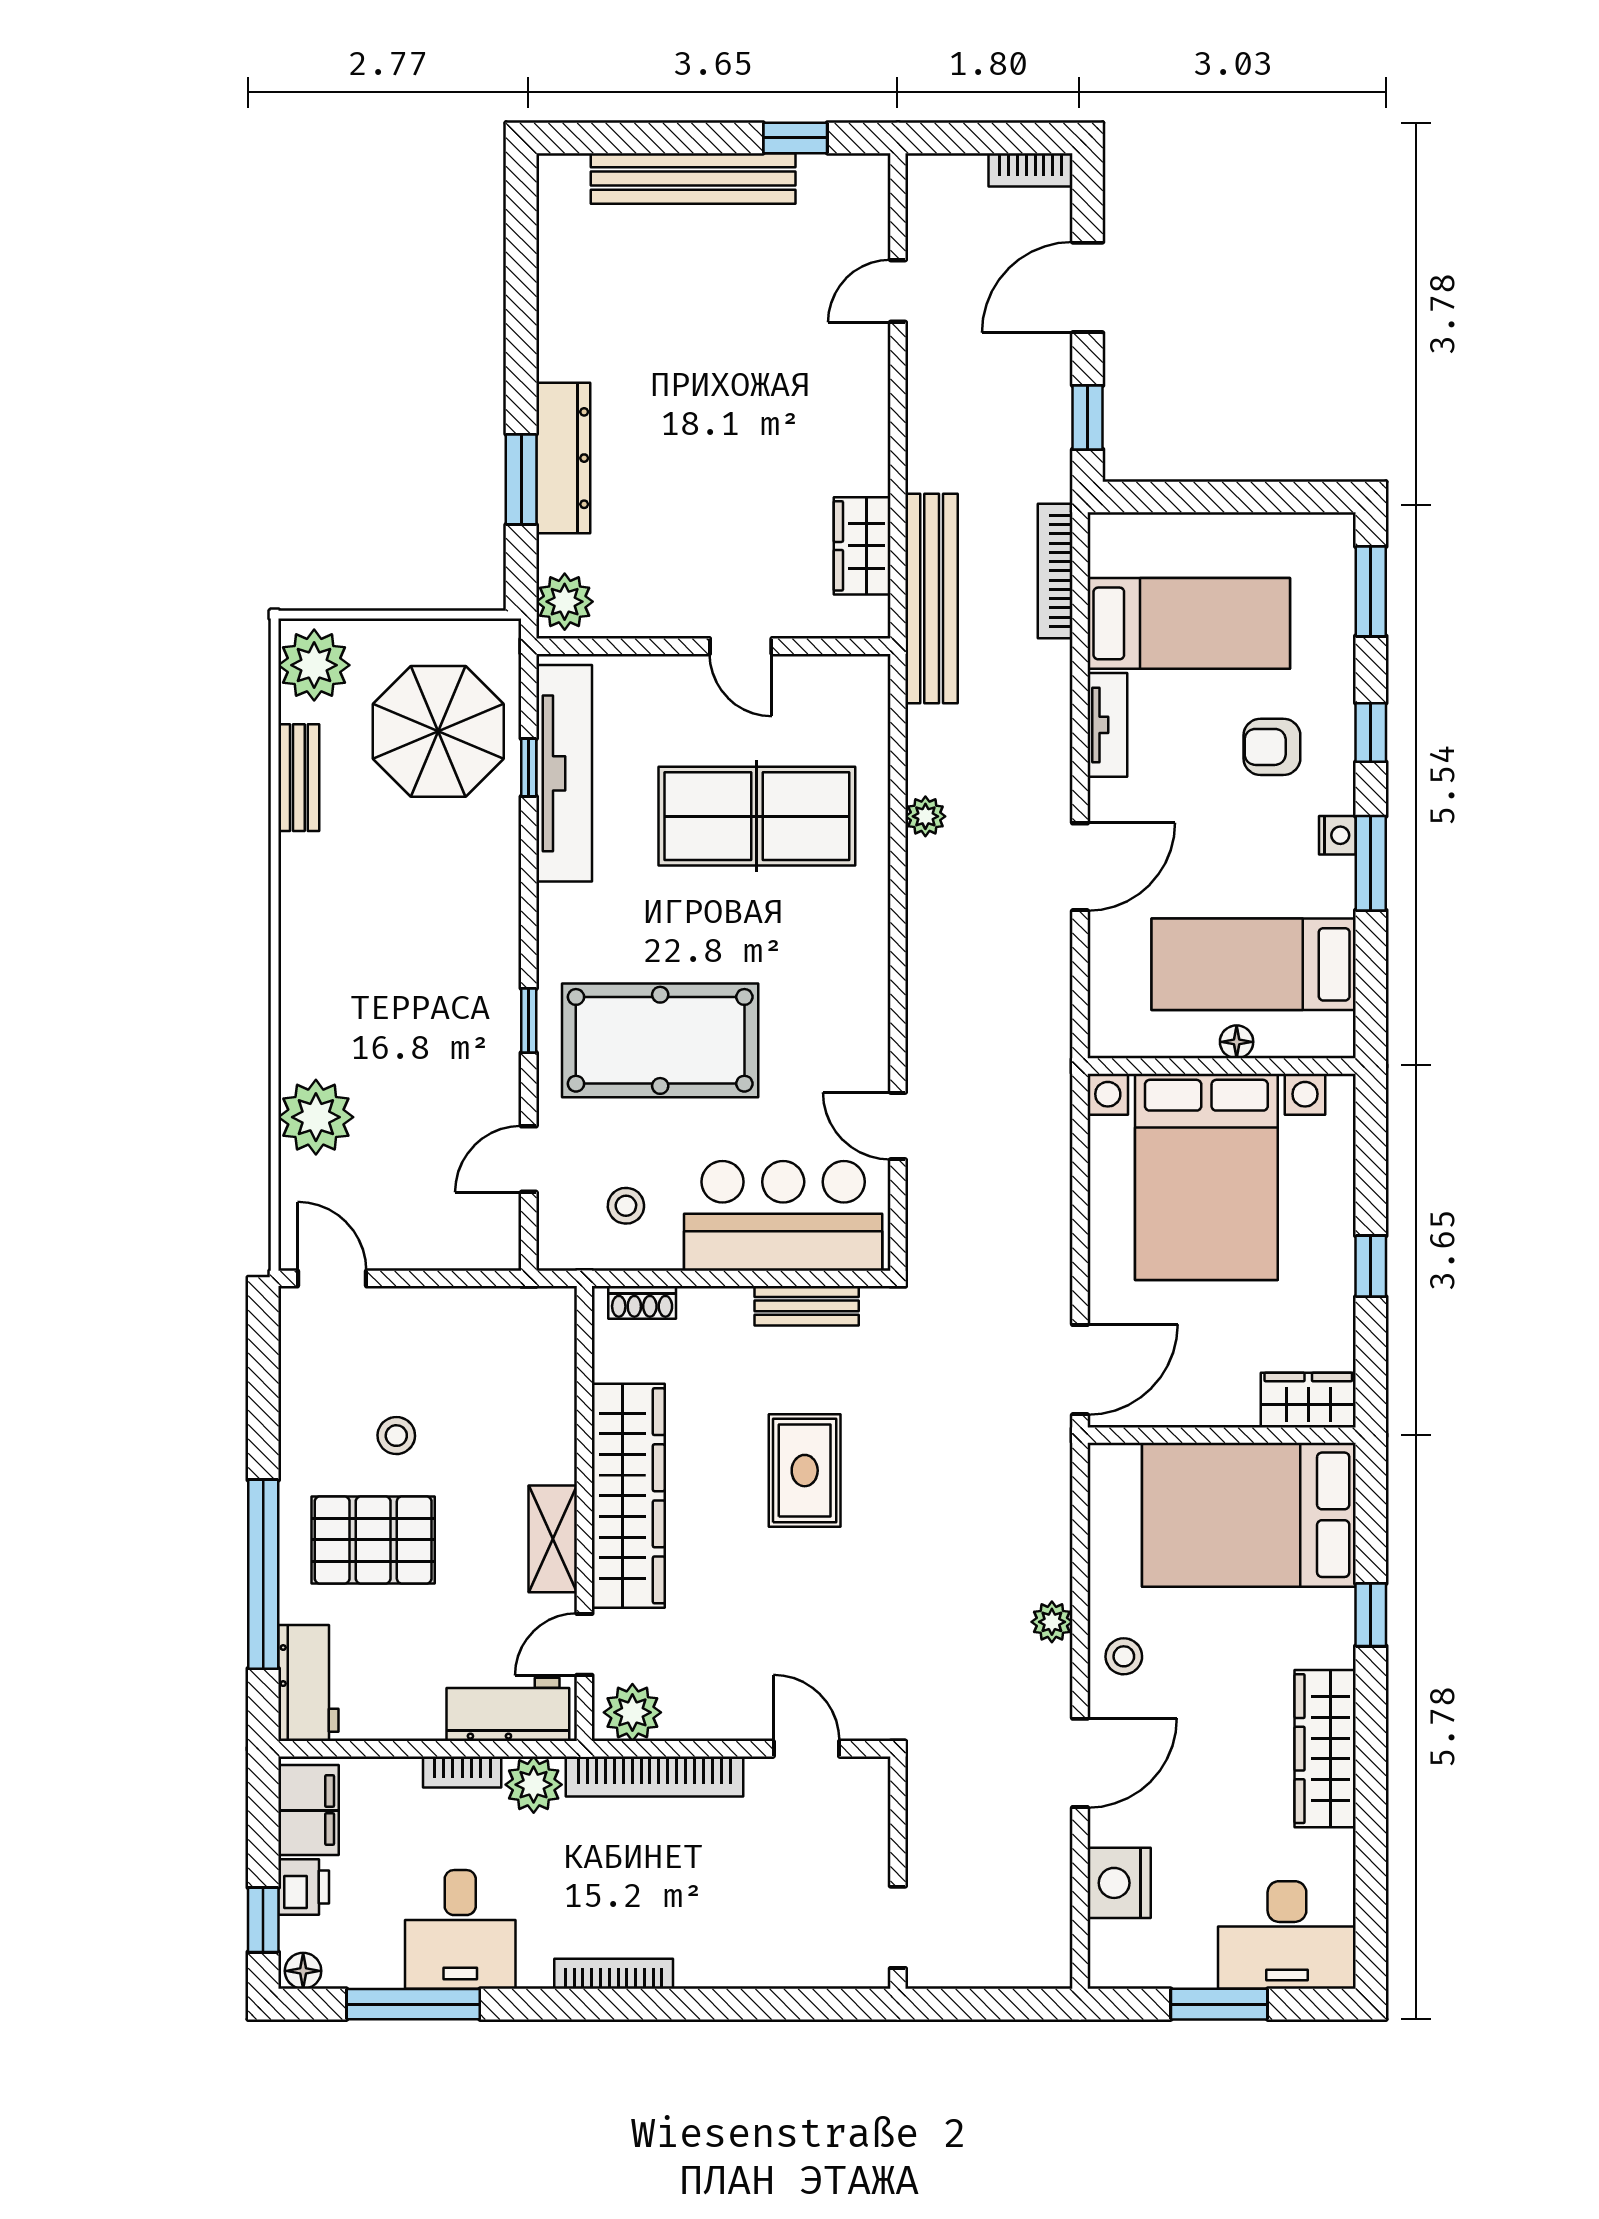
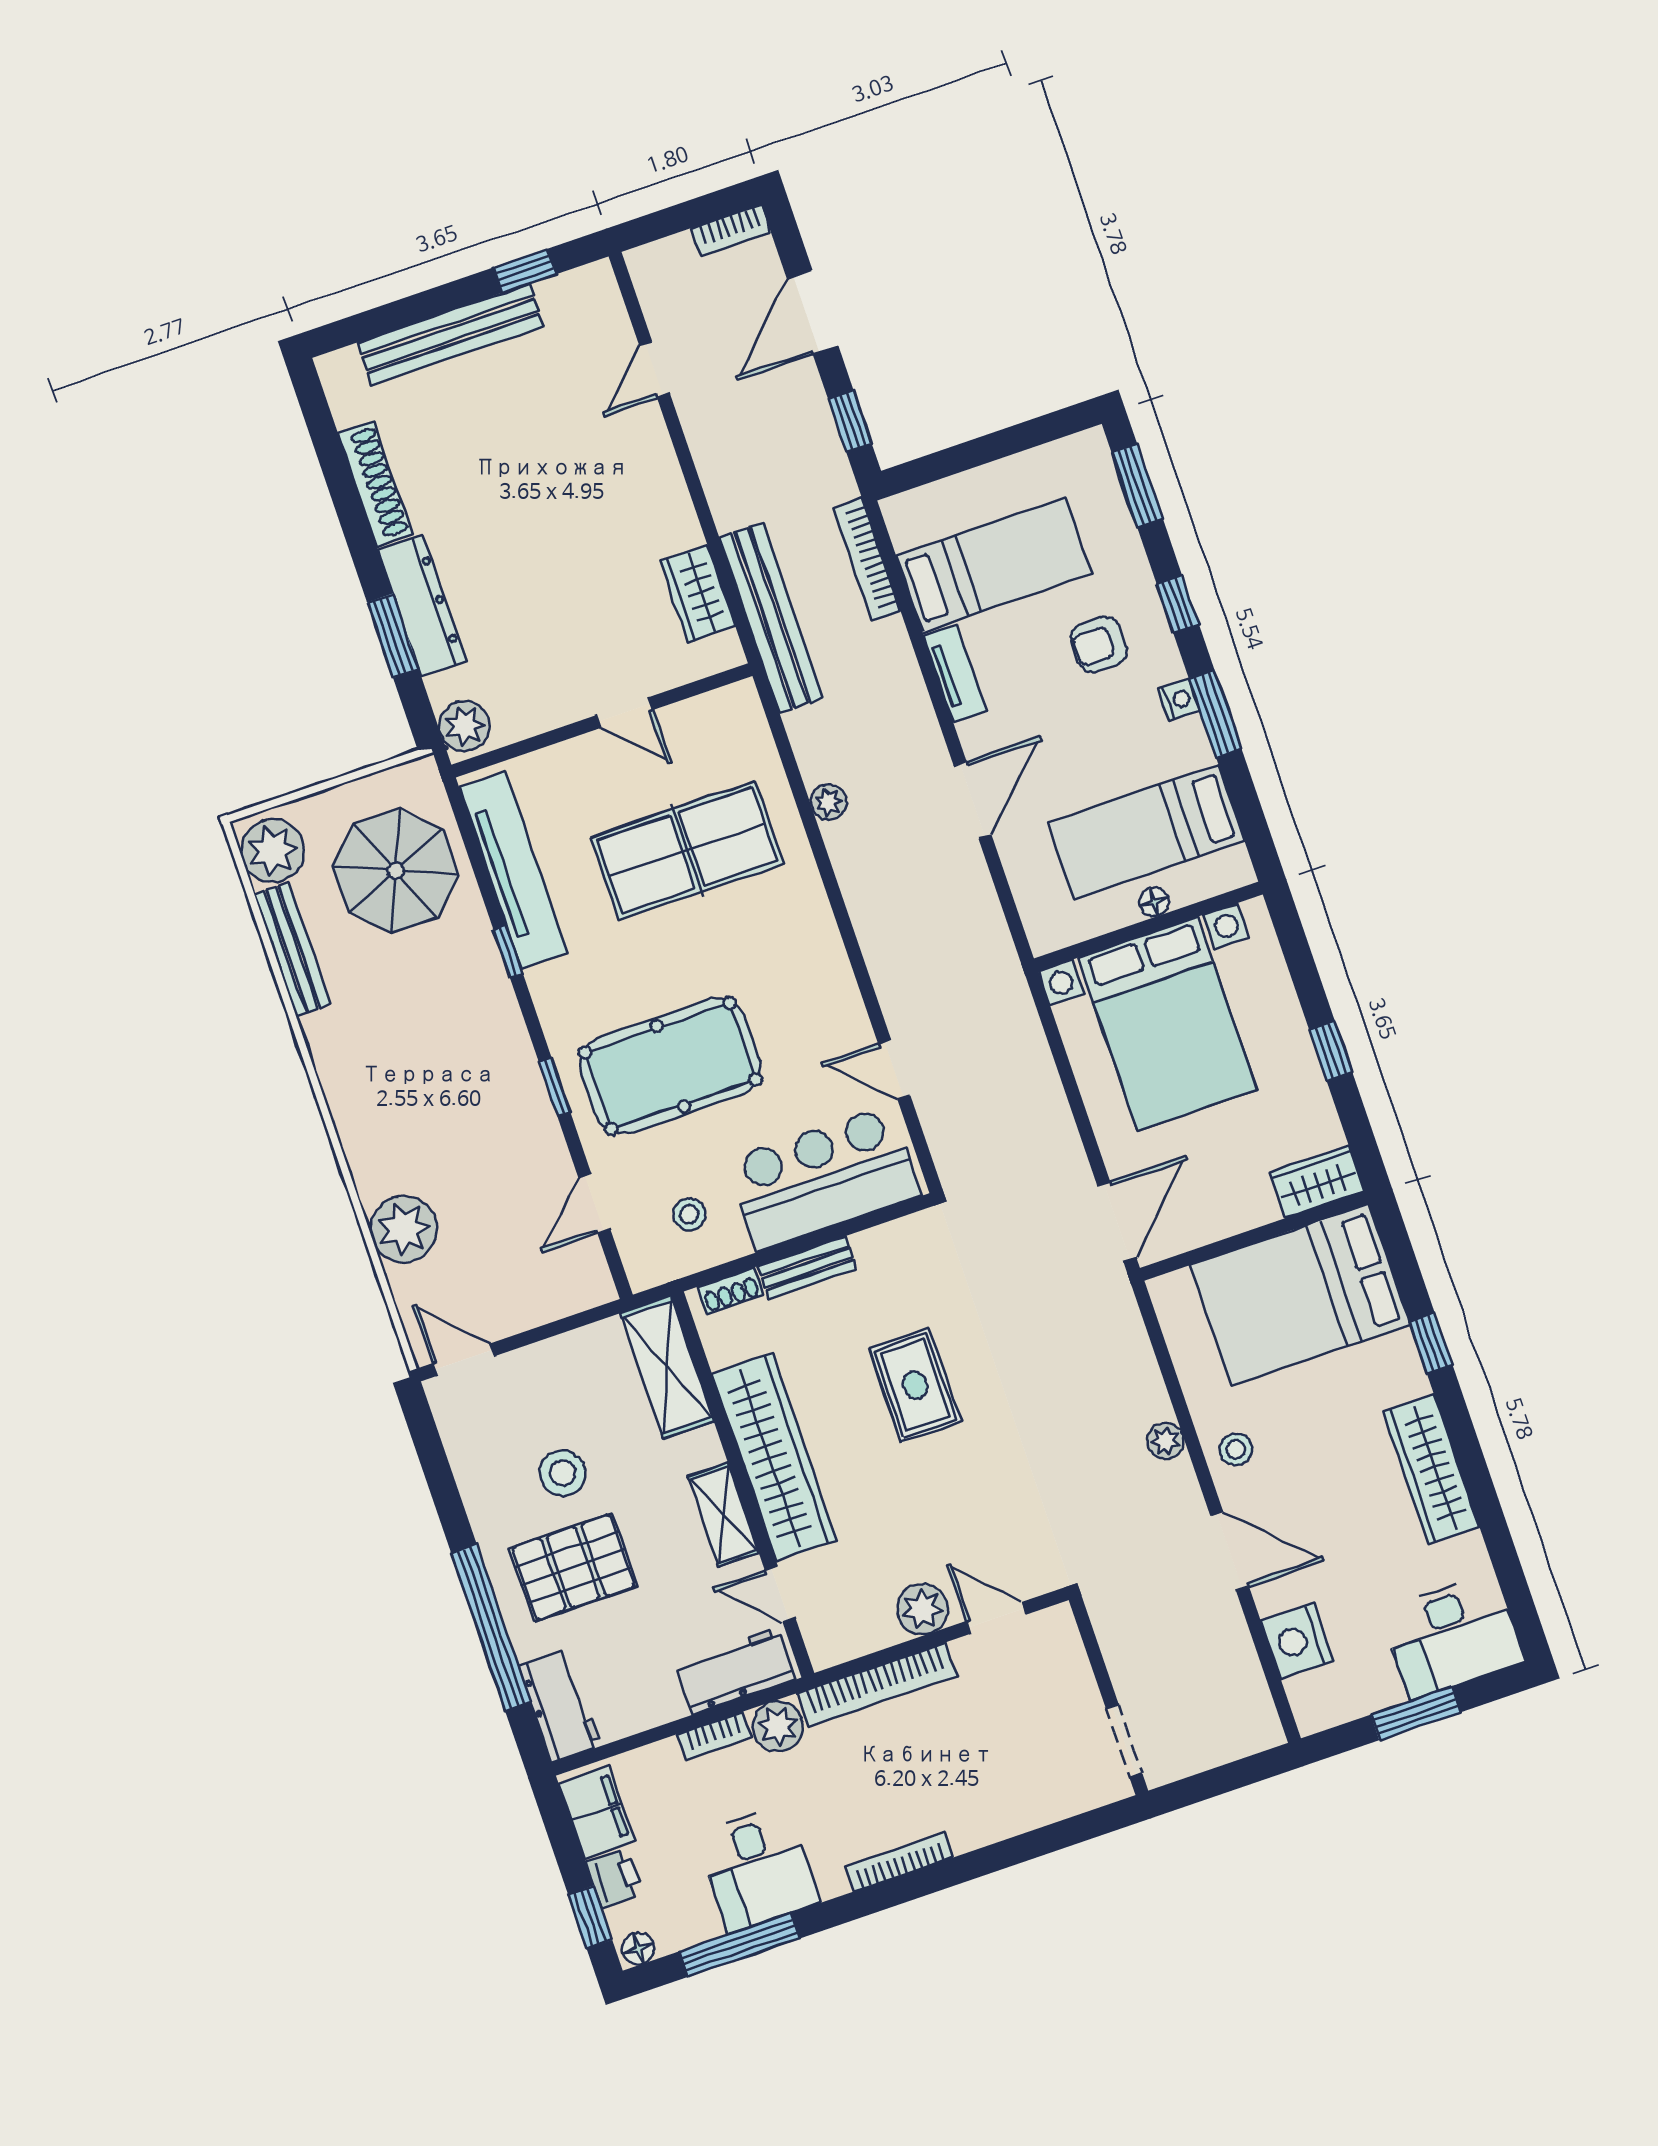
shoe rack: (557, 311) -> (375, 484), added
window: (529, 768) -> (508, 952), moved
bench: (299, 778) -> (292, 950), width x1.36
bench: (807, 1306) -> (807, 1268), moved
shelving: (547, 1361) -> (667, 1367), added
stool: (396, 1436) -> (563, 1473), width x1.37, depth x1.37
door: (584, 1644) -> (780, 1594), hinge flipped
plant: (632, 1712) -> (922, 1609), moved
door: (1080, 1763) -> (1230, 1551), hinge flipped

